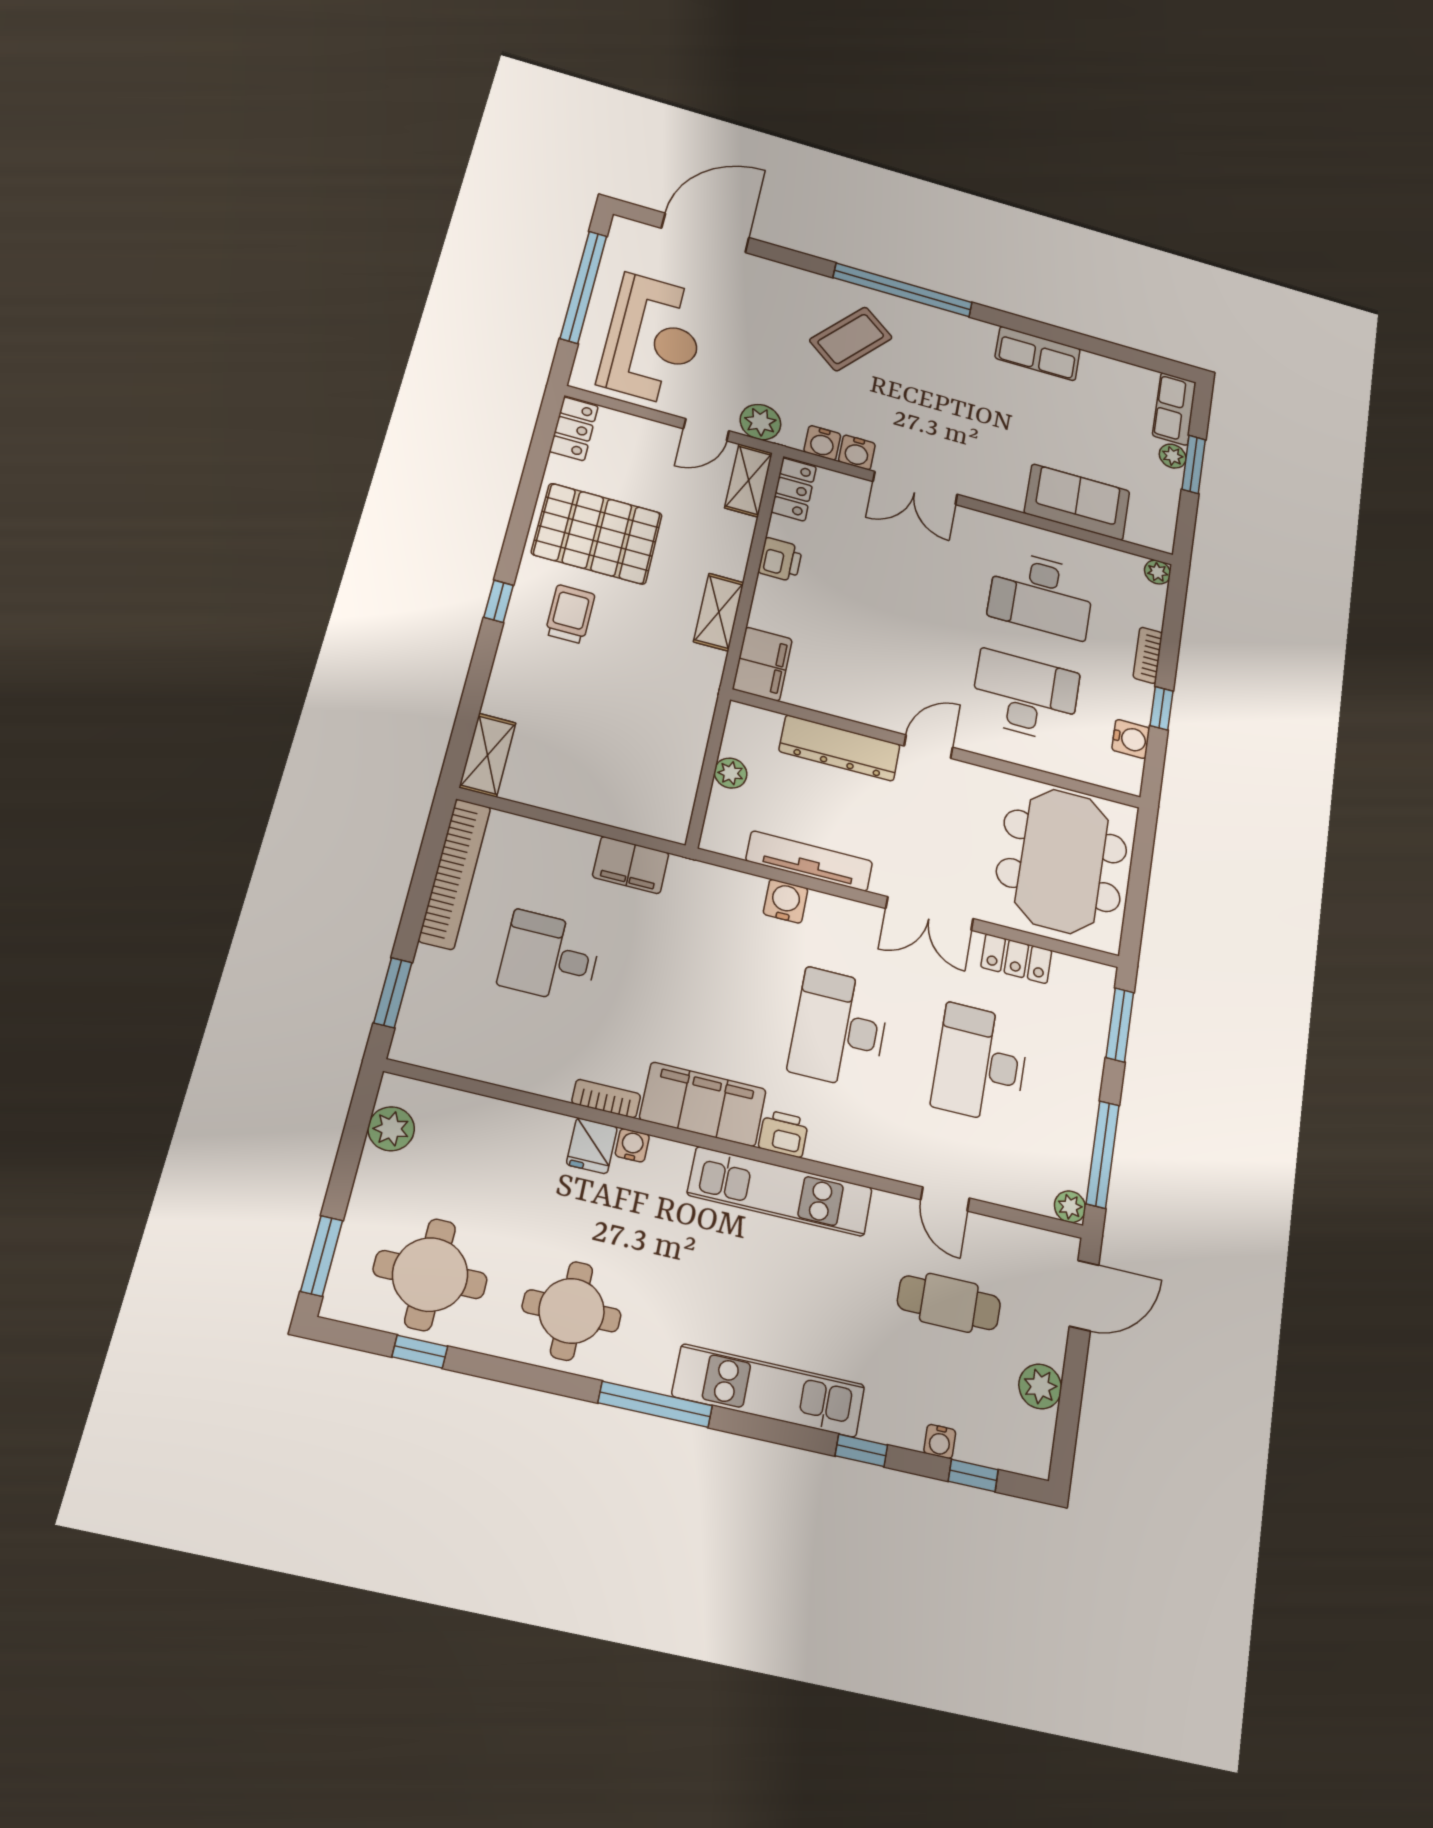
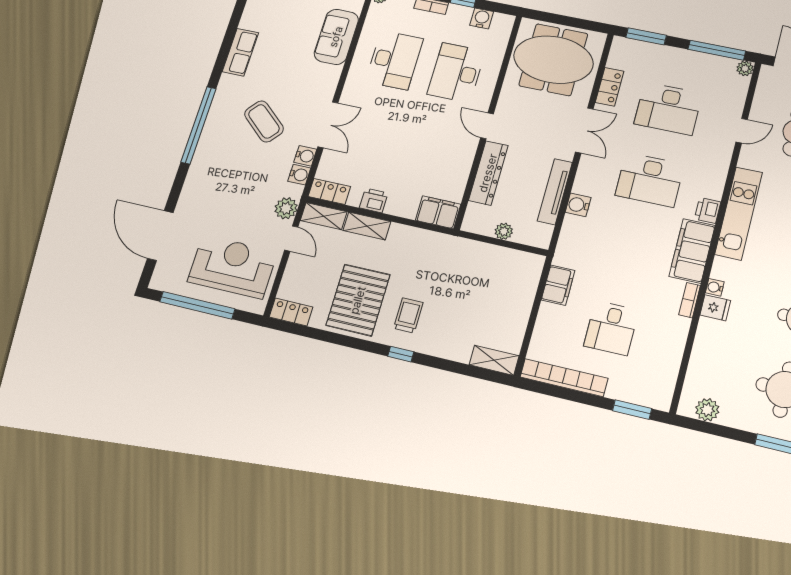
coffee table: (851, 339) -> (264, 121), moved
shelving: (719, 612) -> (367, 226), moved
trolley: (570, 614) -> (408, 315), turned 90

